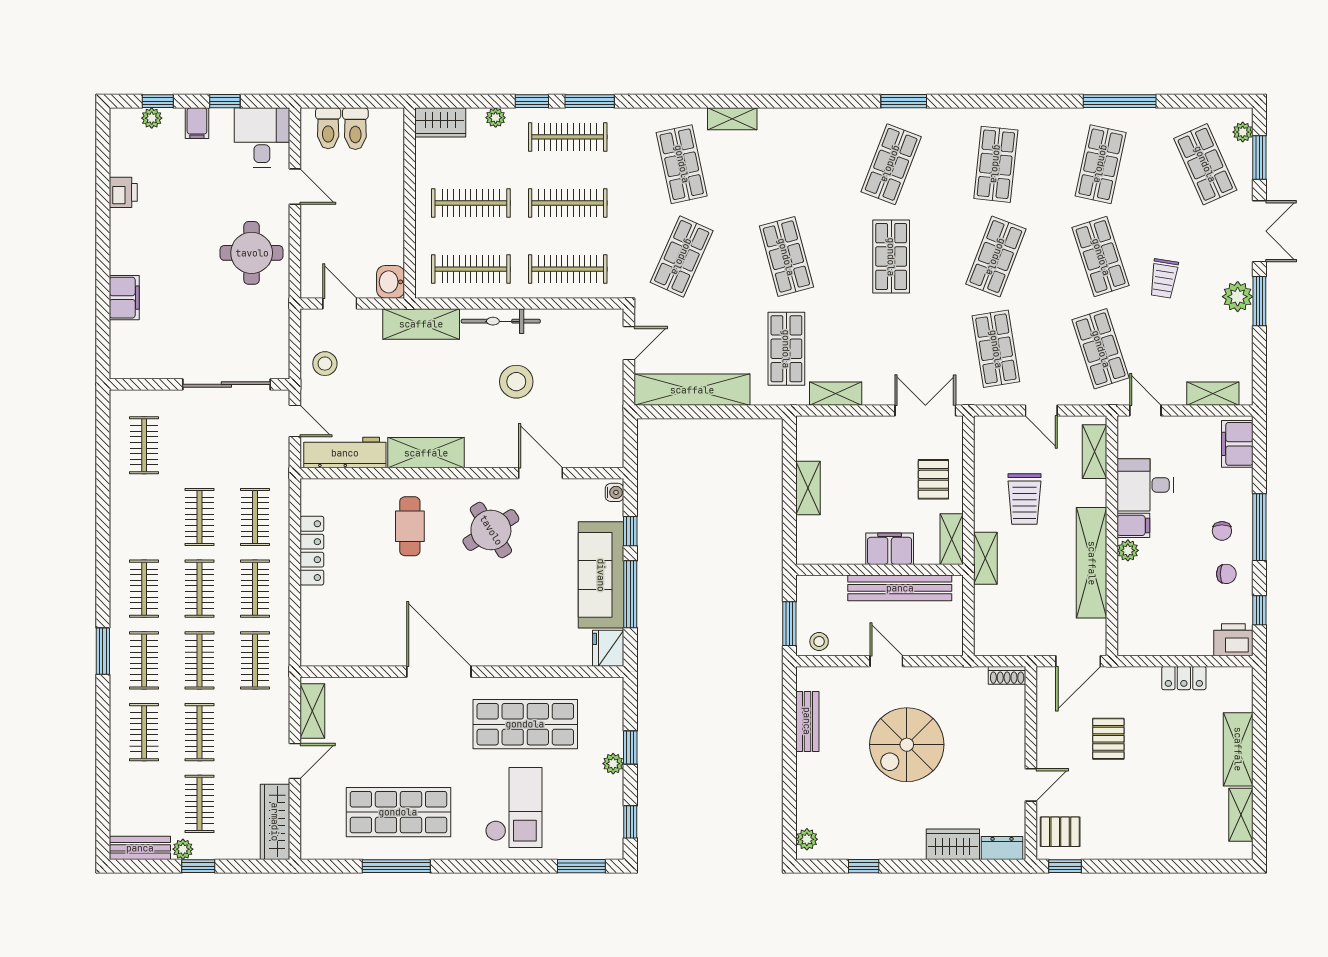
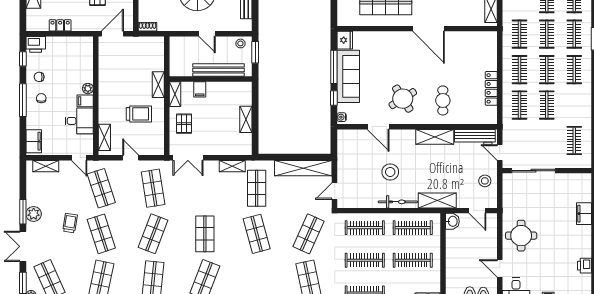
trolley: (1024, 499) -> (139, 114), turned 90
filing cabinet: (890, 549) -> (200, 89), width x0.50
shelving: (1092, 563) -> (106, 82), removed
bench: (900, 588) -> (219, 70), moved

